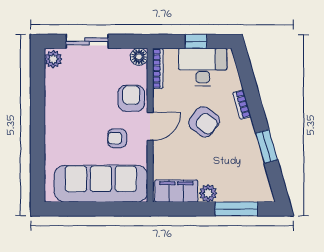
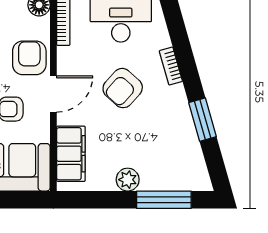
armchair: (204, 122) -> (123, 88), turned 95
filing cabinet: (176, 191) -> (71, 154), moved, turned 90

